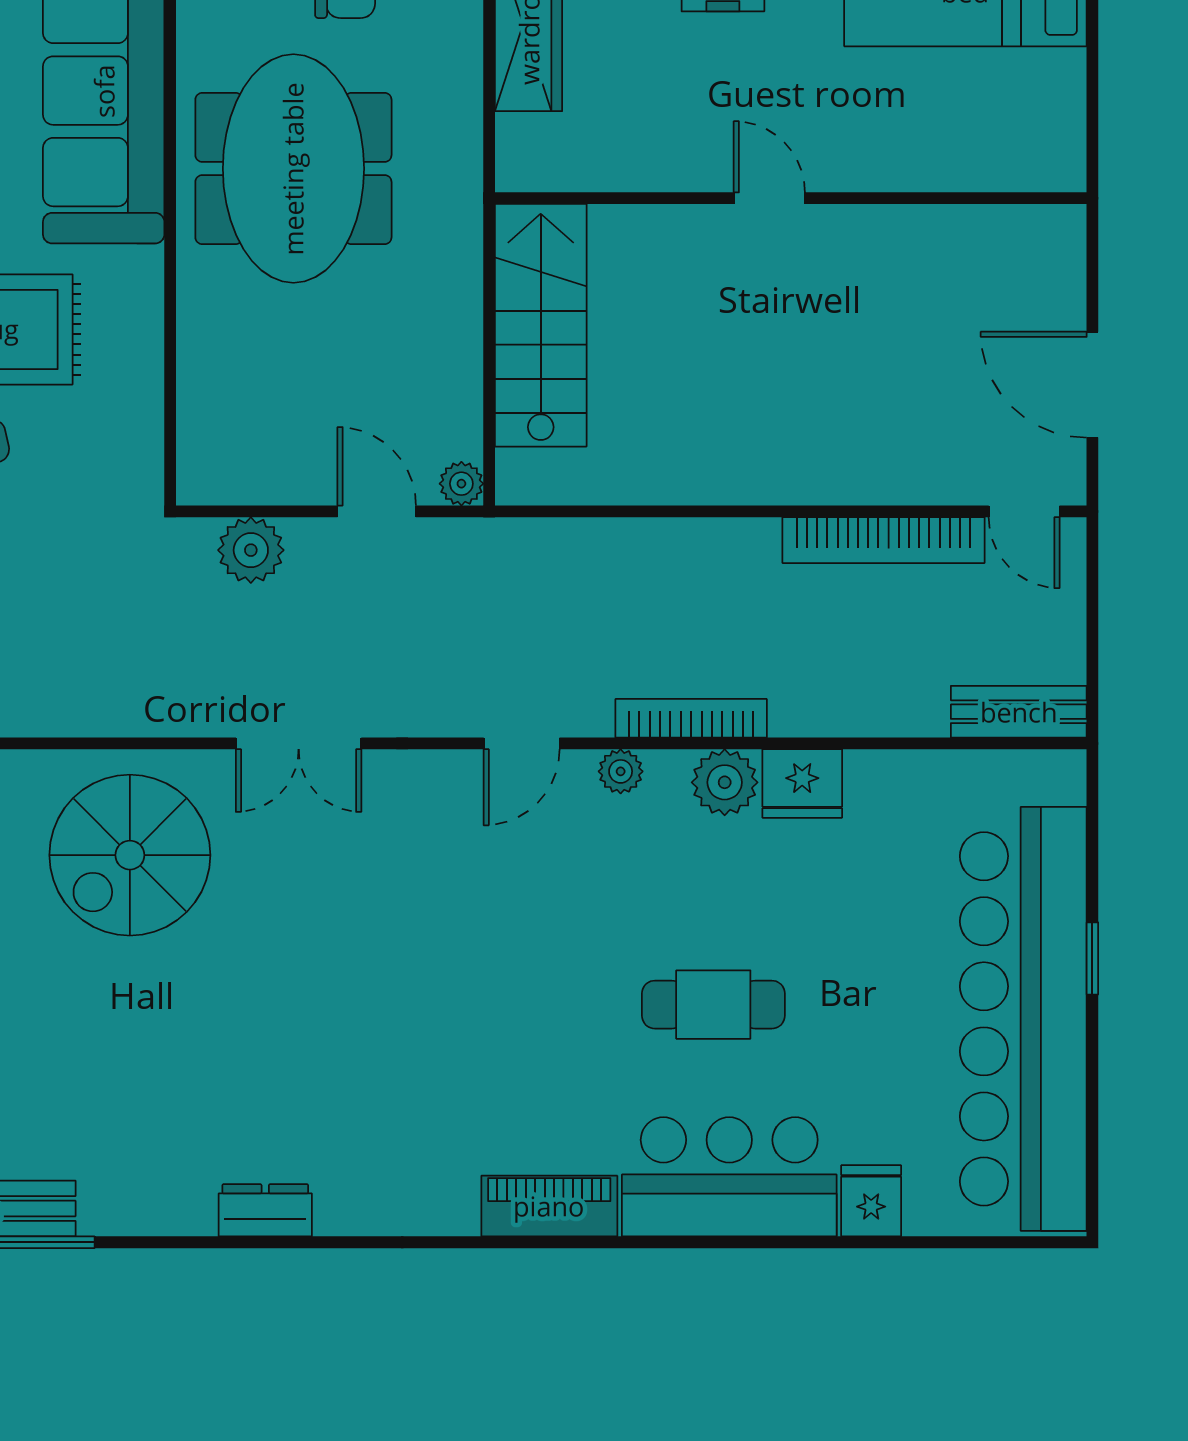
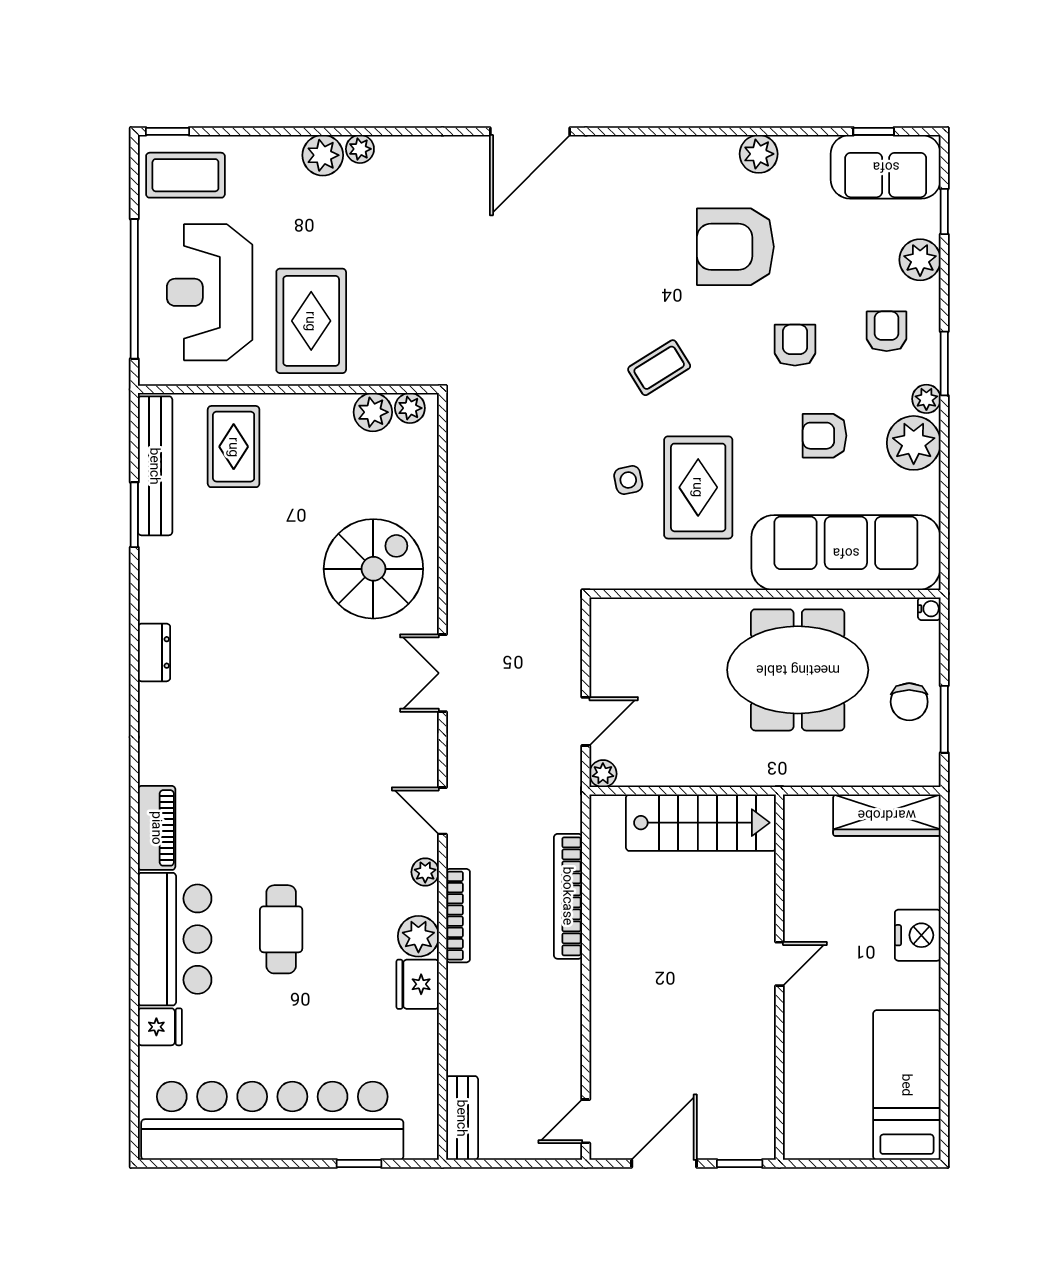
window: (1092, 262) -> (740, 1164), added
bookcase: (883, 540) -> (568, 896), moved
plant: (251, 550) -> (562, 644), removed
spiral stairs: (130, 855) -> (373, 569), turned 90
window: (1092, 958) -> (359, 1164), moved

